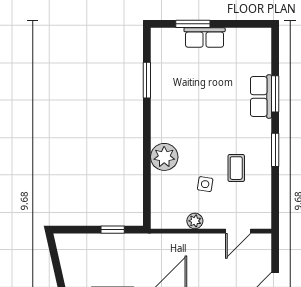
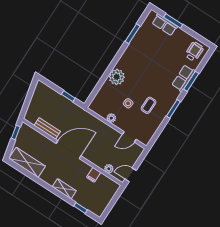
row of seats: (205, 37) -> (165, 25), moved
wheelchair: (252, 48) -> (194, 52), added

